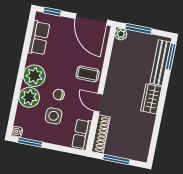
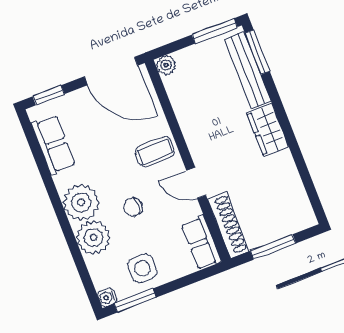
window: (138, 29) -> (215, 31), moved
side table: (54, 116) -> (142, 268), moved

